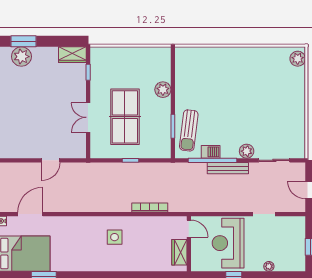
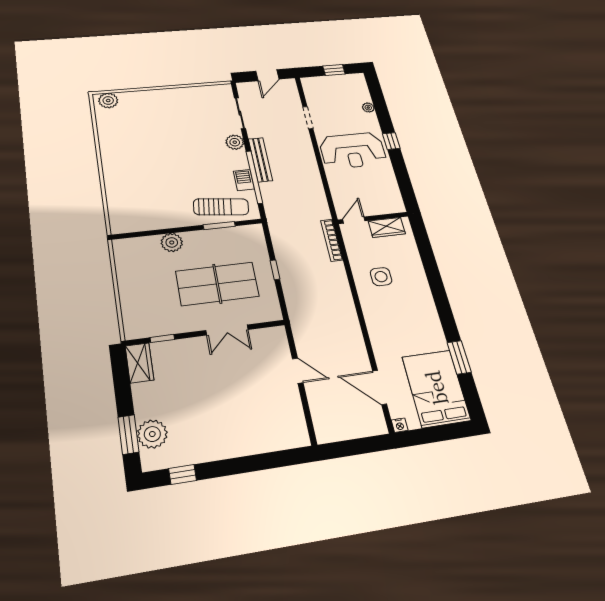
door: (189, 229) -> (354, 220), moved
wall: (189, 244) -> (373, 218), moved
wardrobe: (179, 252) -> (387, 227), moved

